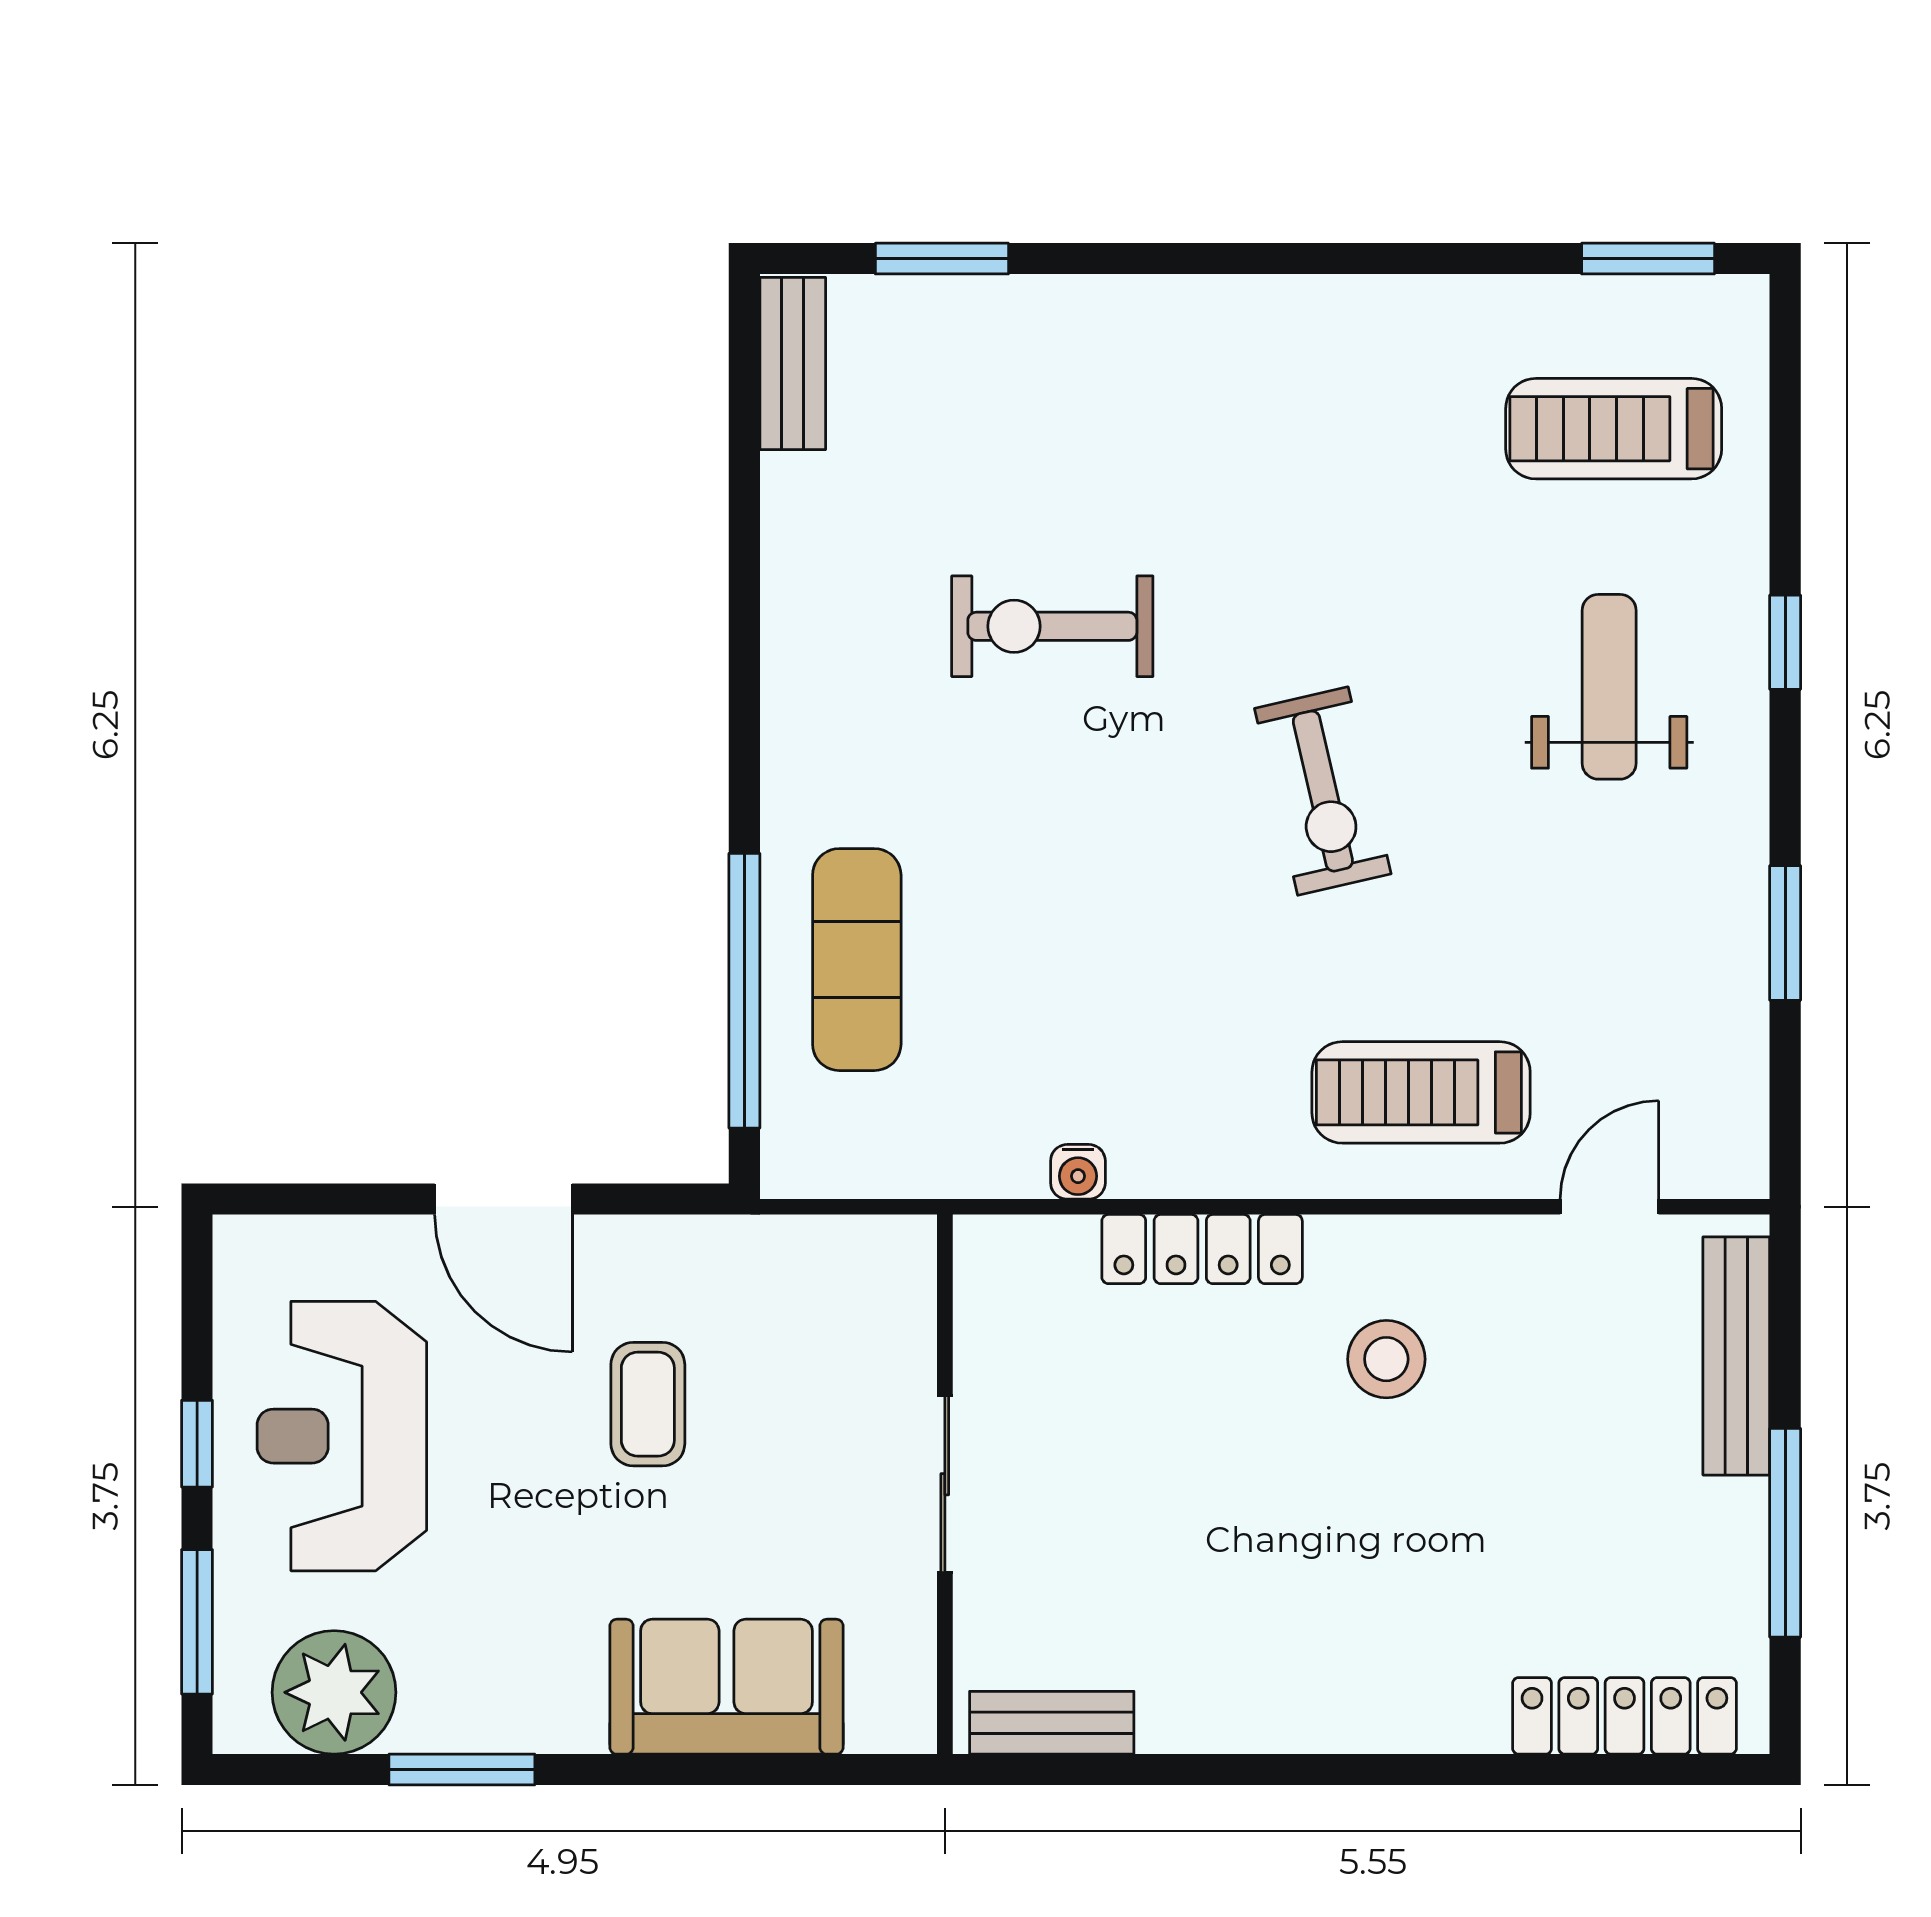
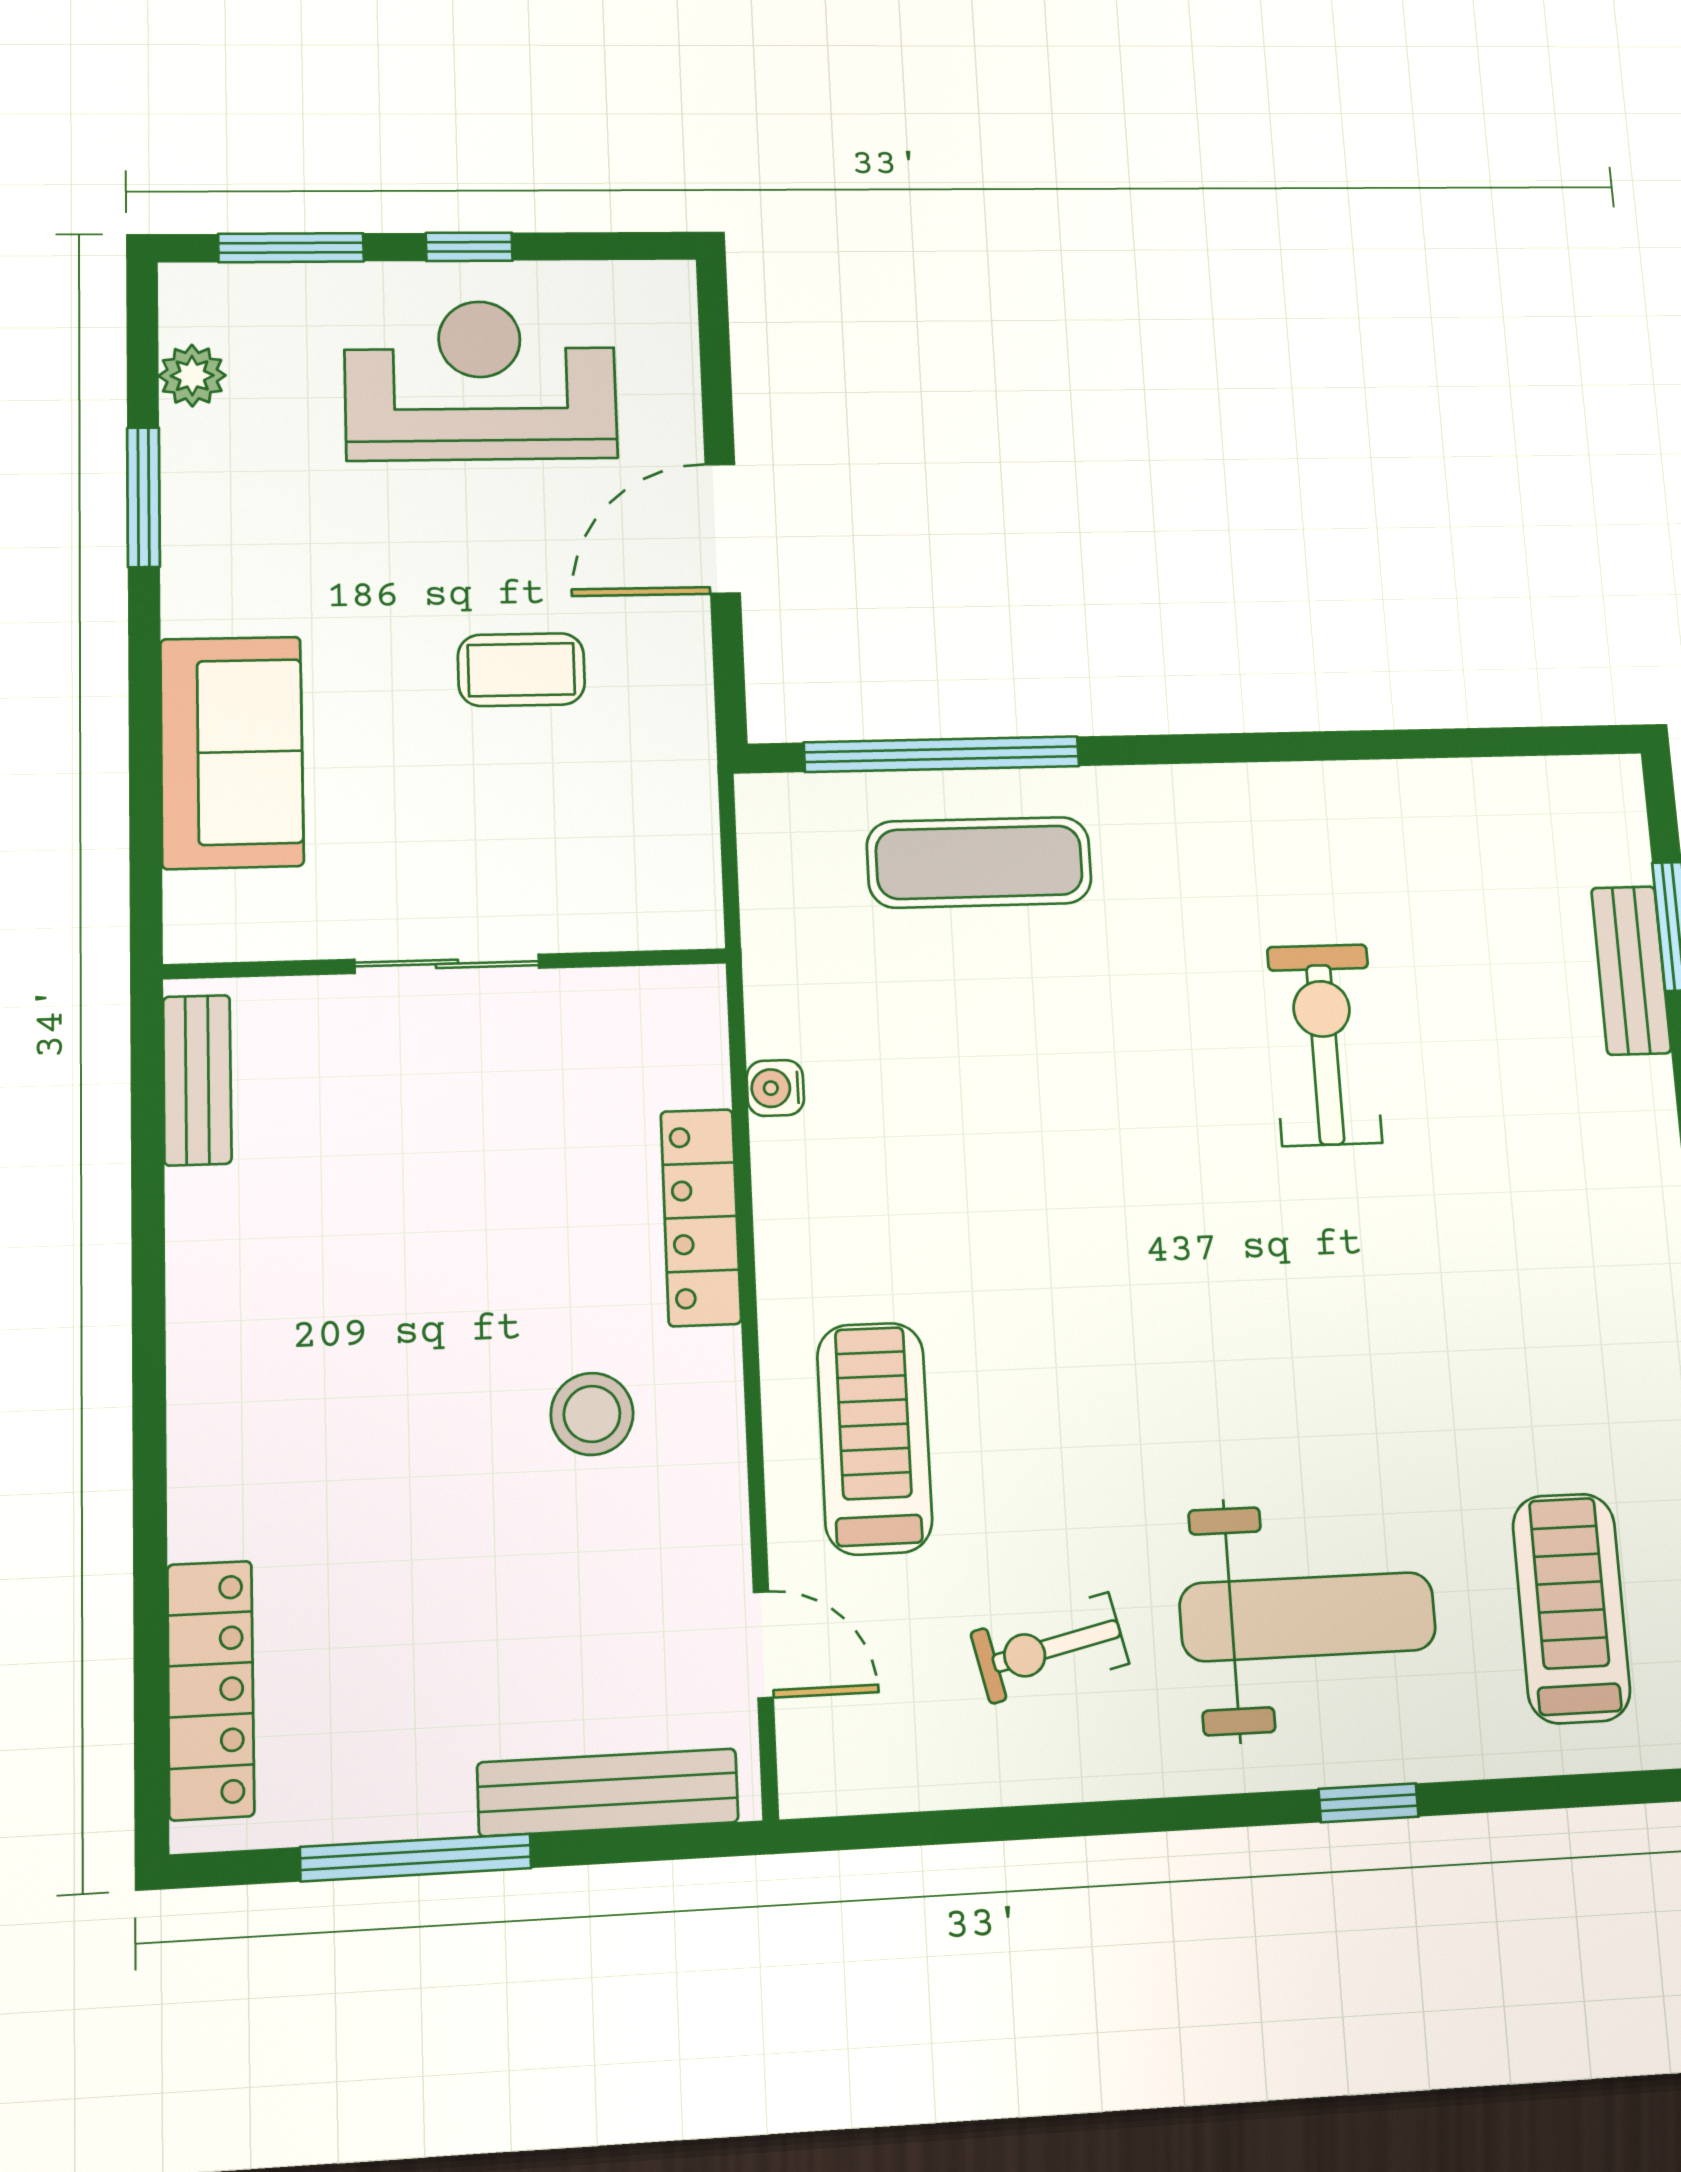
bench: (793, 363) -> (1631, 970), moved, turned 90
weight bench: (1609, 687) -> (1308, 1617), width x1.36, depth x1.33
exercise bike: (1323, 791) -> (1050, 1648), moved, width x0.73, depth x0.72
window: (1785, 933) -> (1064, 1820), removed
plant: (334, 1692) -> (192, 376), width x0.53, depth x0.53

